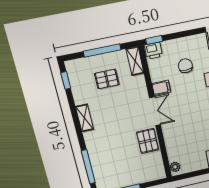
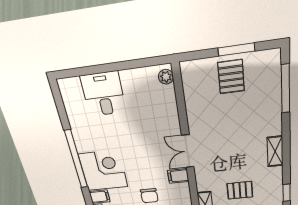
pallet: (148, 141) -> (231, 77), moved

